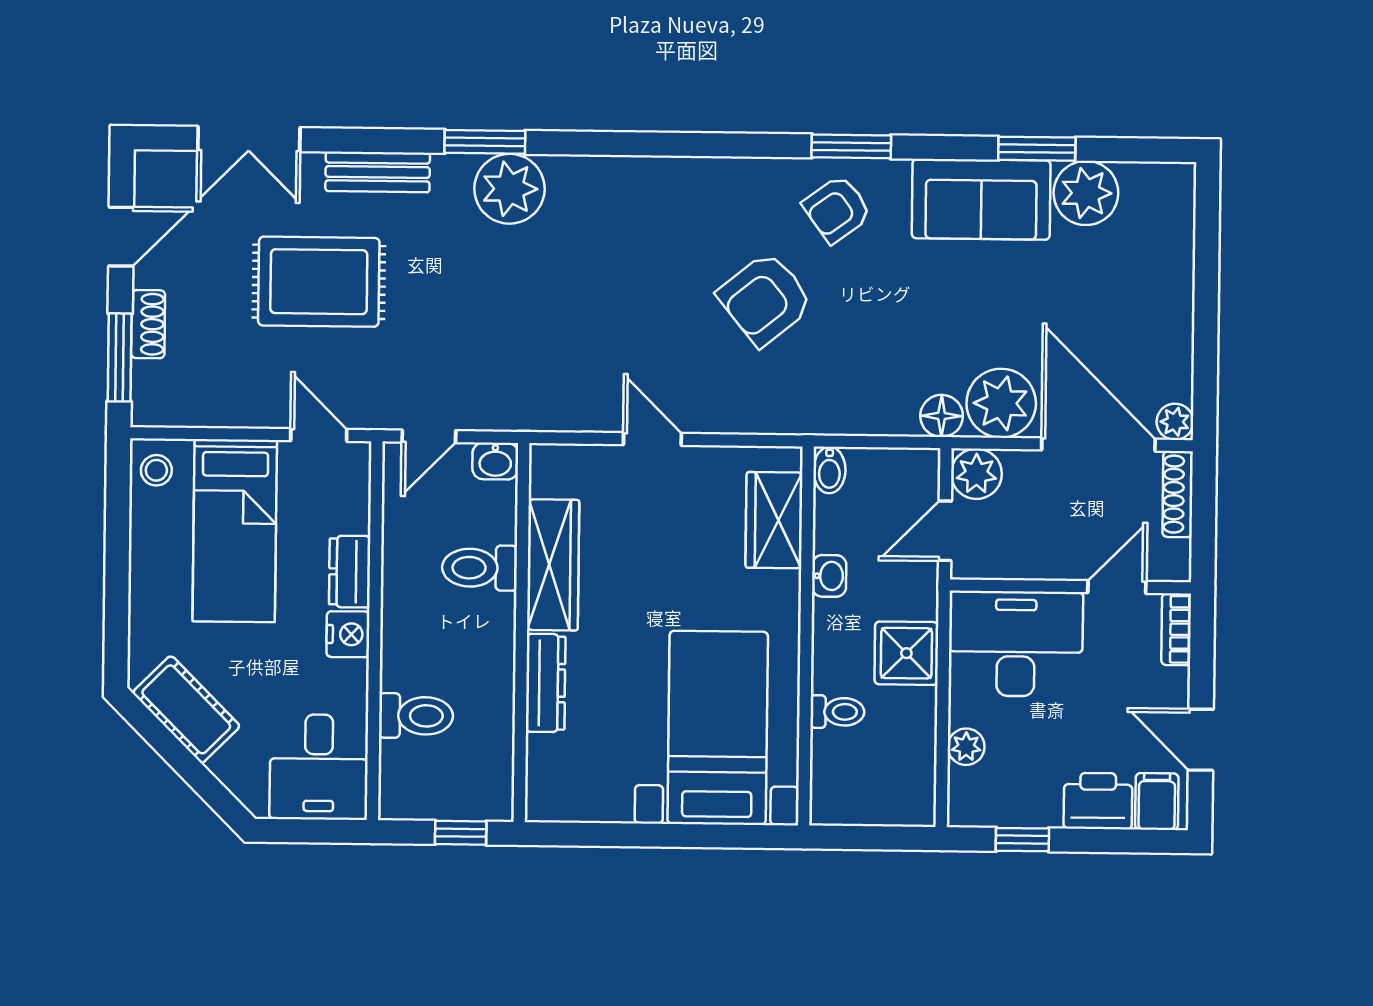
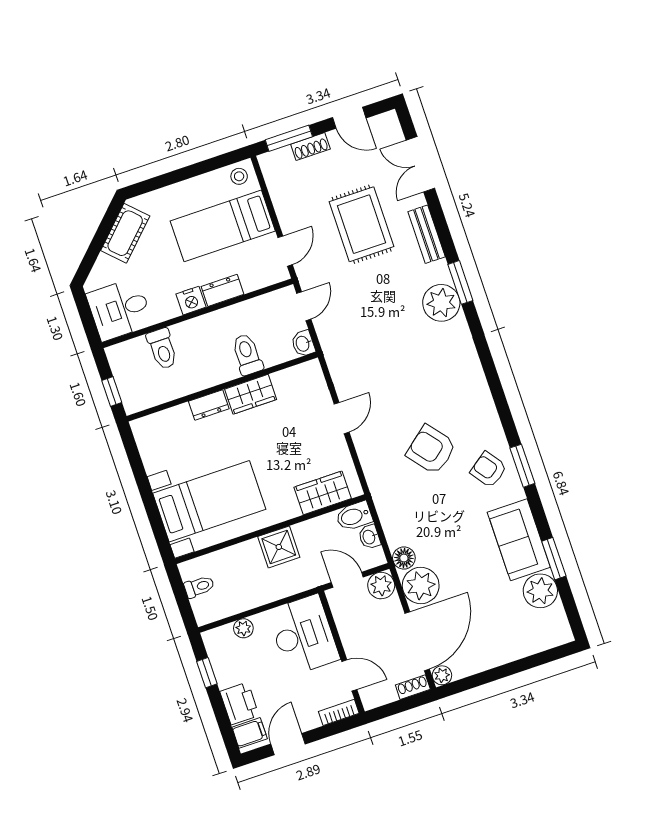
door: (429, 436) -> (304, 306), swing flipped
bidet: (829, 470) -> (354, 516), width x1.38, depth x1.36
shoe rack: (1178, 494) -> (413, 687), width x0.70
wardrobe: (553, 565) -> (251, 394), width x0.67
washbasin: (829, 576) -> (369, 537), moved, turned 90
shower: (906, 653) -> (279, 547), moved
dresser: (546, 683) -> (209, 405), width x0.70
toilet: (837, 712) -> (199, 587), moved, turned -90

